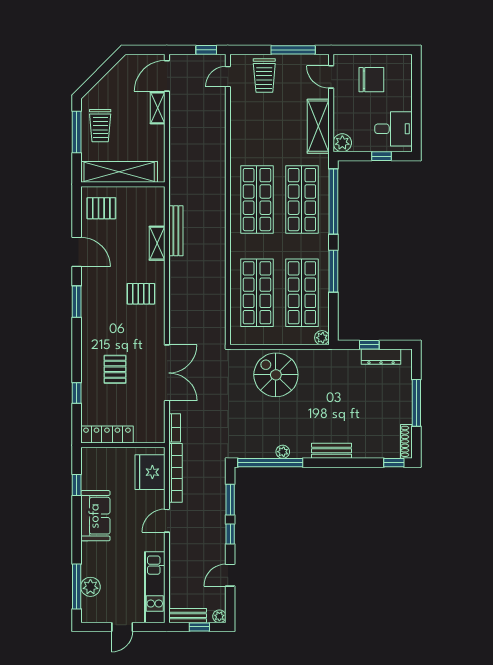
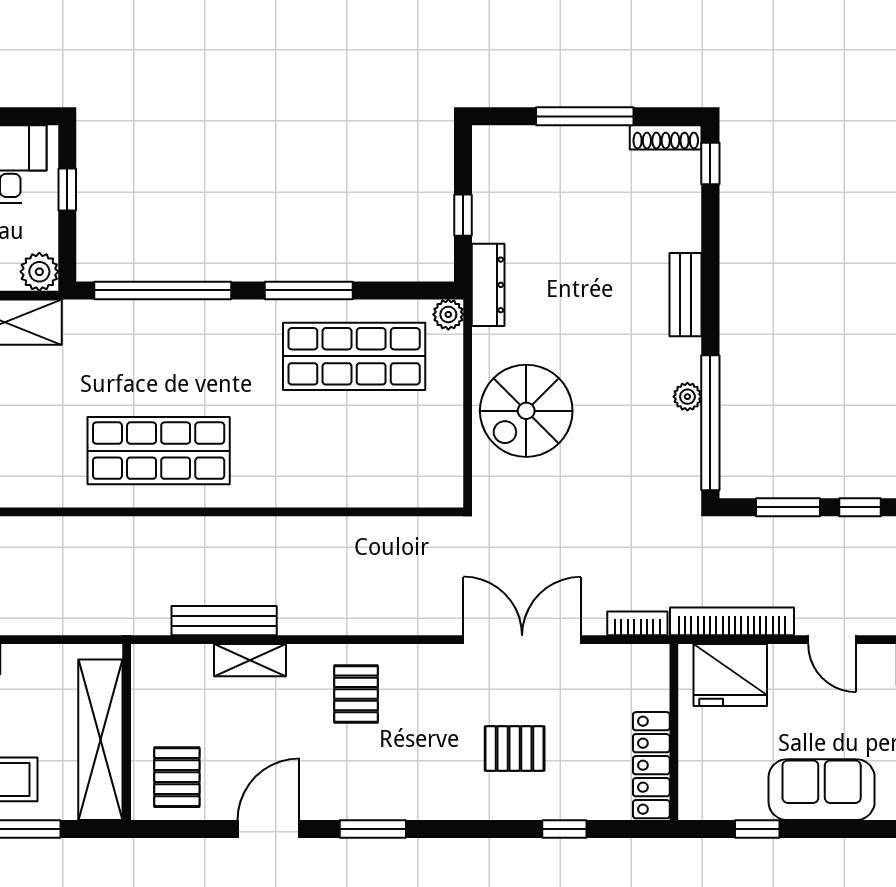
shop shelf: (302, 200) -> (159, 356), removed
shop shelf: (257, 293) -> (354, 451), removed
dresser: (381, 357) -> (488, 285), moved

